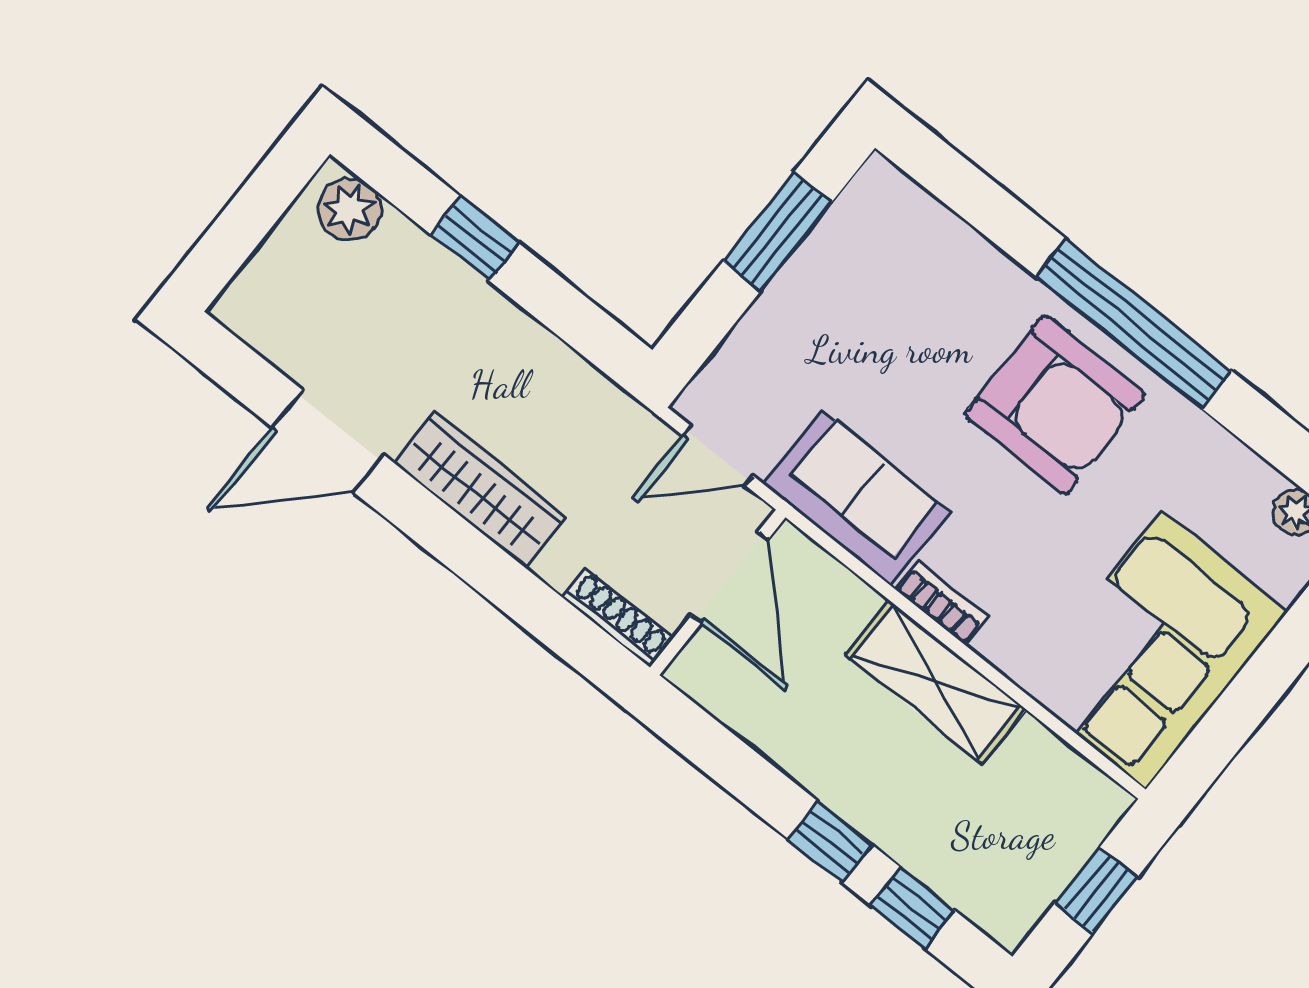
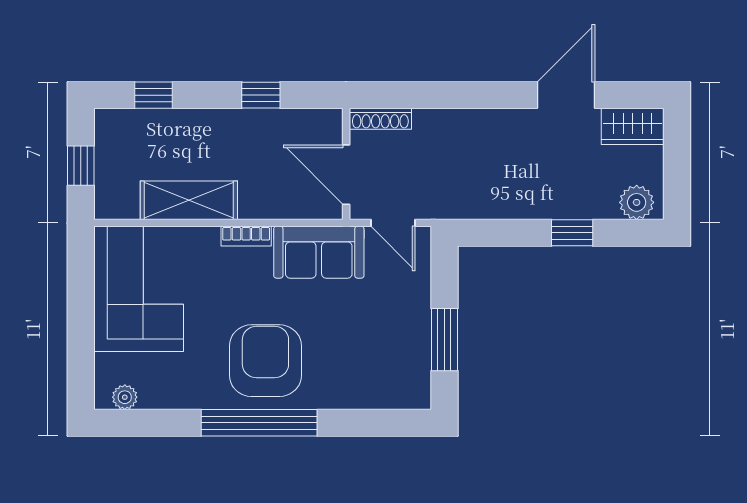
armchair: (1055, 405) -> (265, 361), turned 90
door: (718, 456) -> (393, 223), swing flipped
wardrobe: (479, 489) -> (633, 126), moved, width x0.67
shelving: (935, 682) -> (189, 200), moved
window: (830, 842) -> (261, 95), moved

